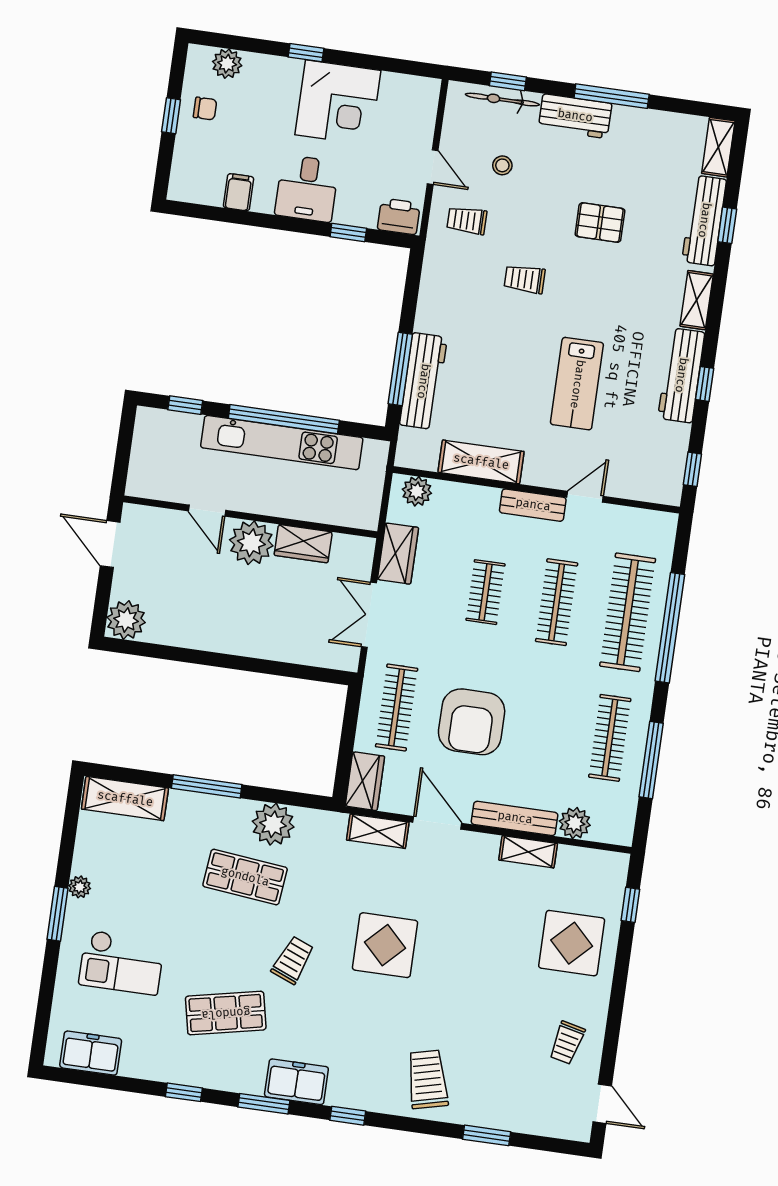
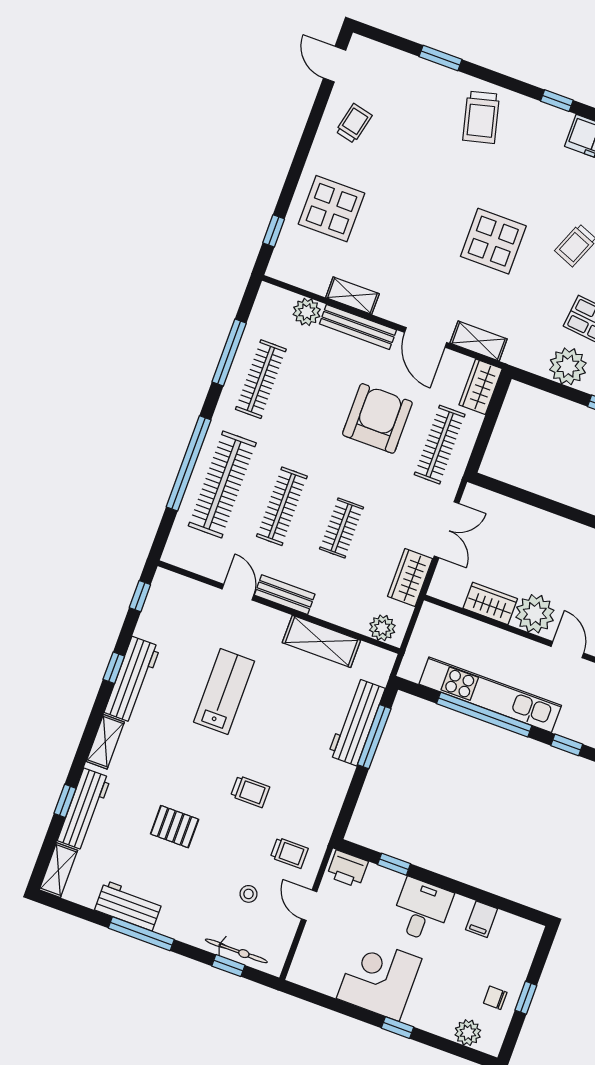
workbench: (575, 116) -> (129, 906), moved
door: (585, 497) -> (238, 592), swing flipped

